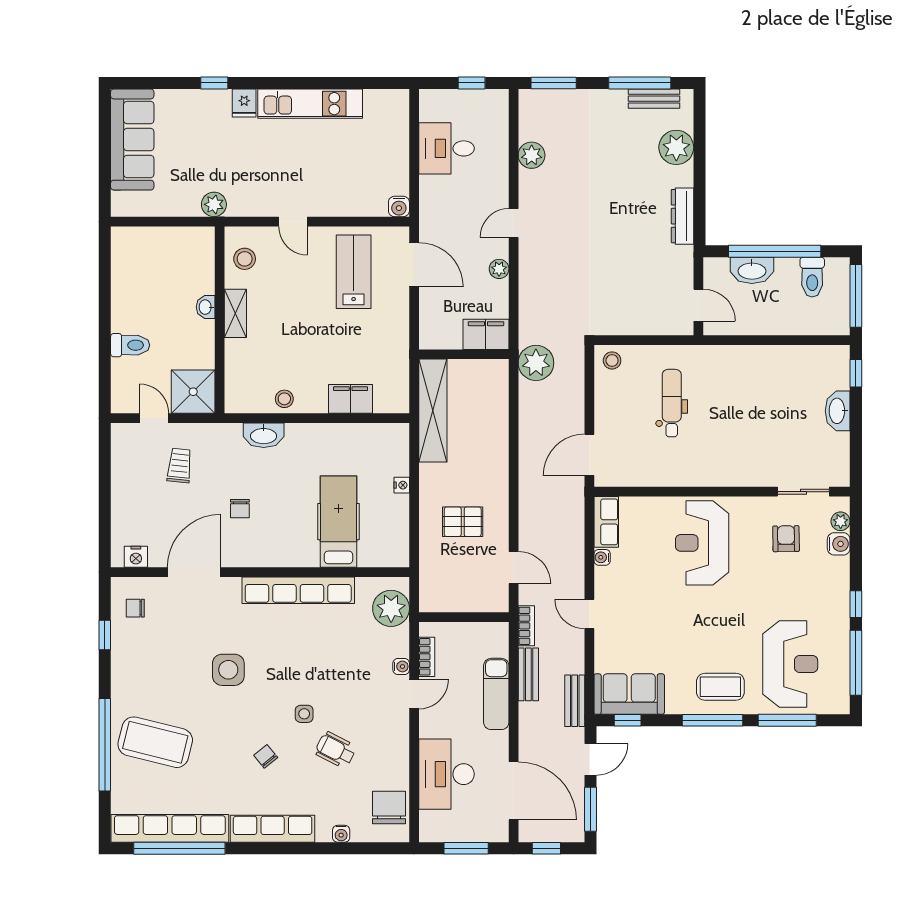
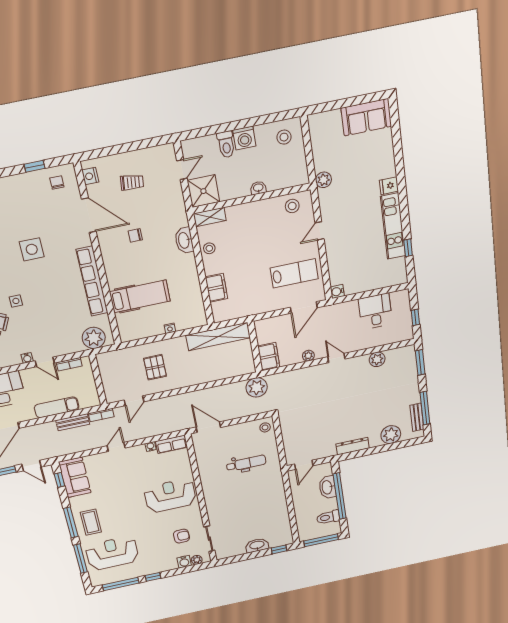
window: (214, 83) -> (408, 248), moved
sofa: (132, 140) -> (366, 117), width x0.73
stool: (137, 256) -> (284, 137), added
shelving: (235, 313) -> (210, 217), moved
washing machine: (126, 316) -> (244, 138), added
trolley: (180, 465) -> (132, 182), moved
reception desk: (790, 664) -> (112, 553), turned 180
water cooler: (401, 666) -> (27, 358), moved
bench: (575, 701) -> (64, 450), removed

